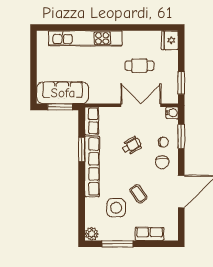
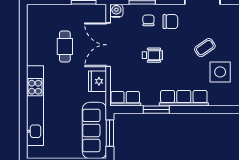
fridge: (170, 40) -> (98, 81), moved, turned 90
wheelchair: (131, 146) -> (152, 55), turned 120
row of seats: (92, 166) -> (184, 98), width x0.73

